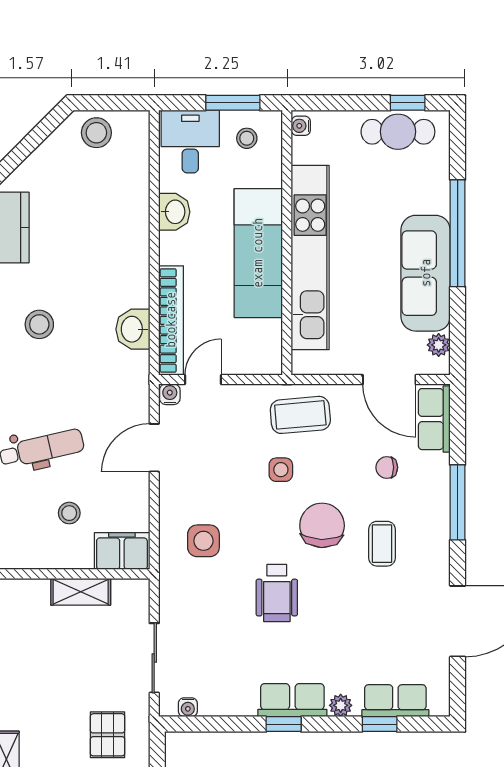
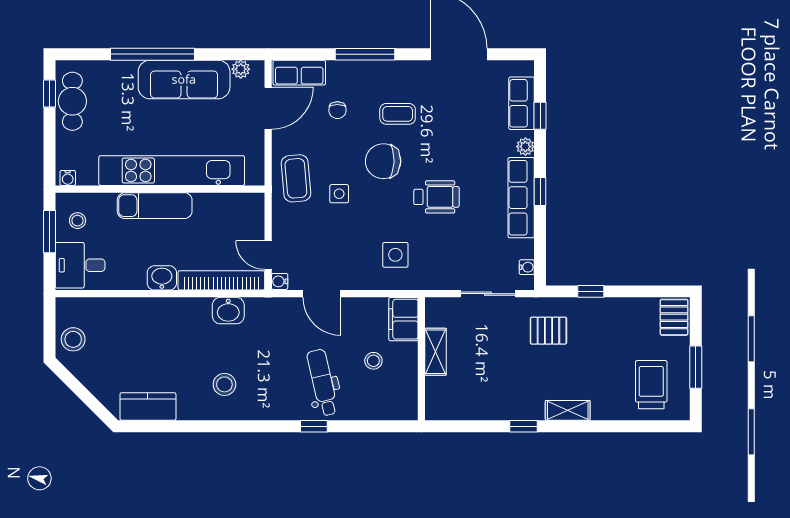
washbasin: (174, 212) -> (162, 278), moved
exam couch: (258, 253) -> (155, 206), width x0.73, depth x0.69
row of seats: (292, 700) -> (521, 198), width x1.48

